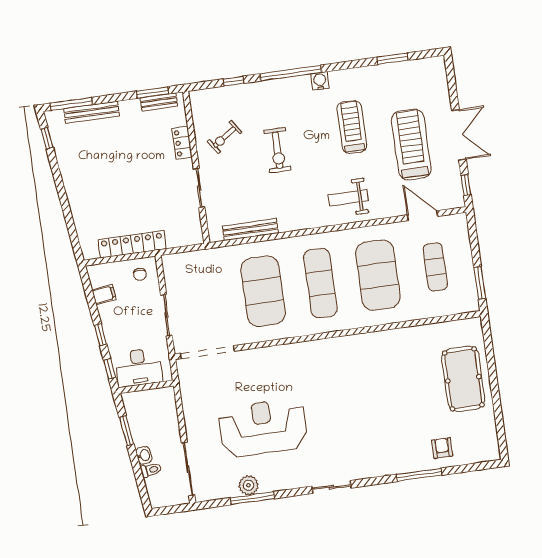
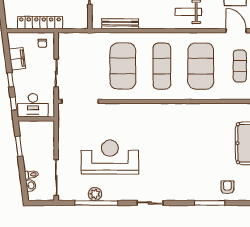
filing cabinet: (104, 295) -> (17, 59), width x2.00
washbasin: (144, 455) -> (31, 185), moved
window: (252, 498) -> (96, 203), width x1.46

